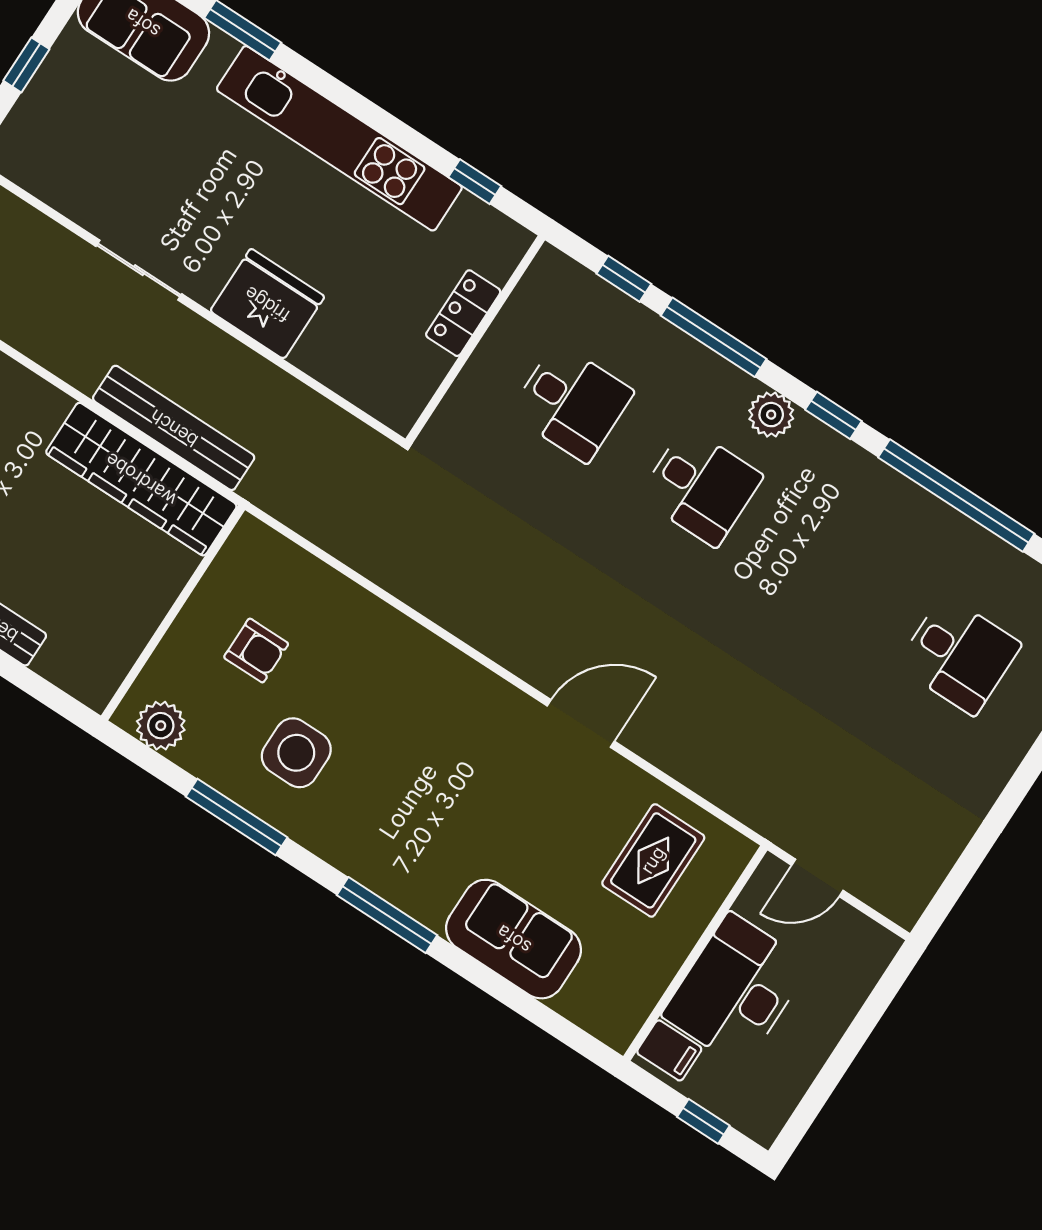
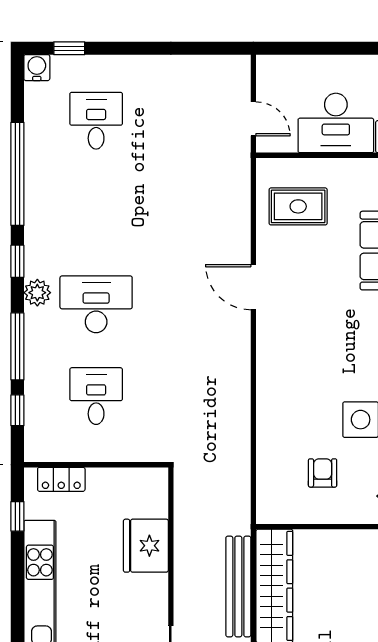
fridge: (267, 304) -> (146, 546), moved
locker: (463, 313) -> (61, 479), moved
desk: (701, 487) -> (96, 304), width x1.37

